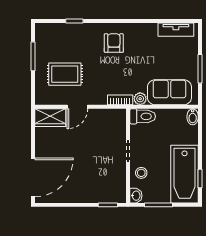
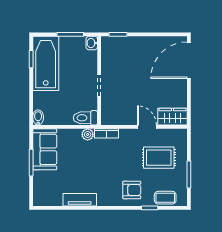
tv unit: (176, 30) -> (80, 200), moved
coffee table: (58, 32) -> (165, 198), added
armchair: (114, 43) -> (132, 190), moved, turned -90
sofa: (169, 92) -> (45, 149), moved, turned -90
door: (77, 107) -> (147, 127), hinge flipped
stool: (141, 173) -> (87, 65), removed

